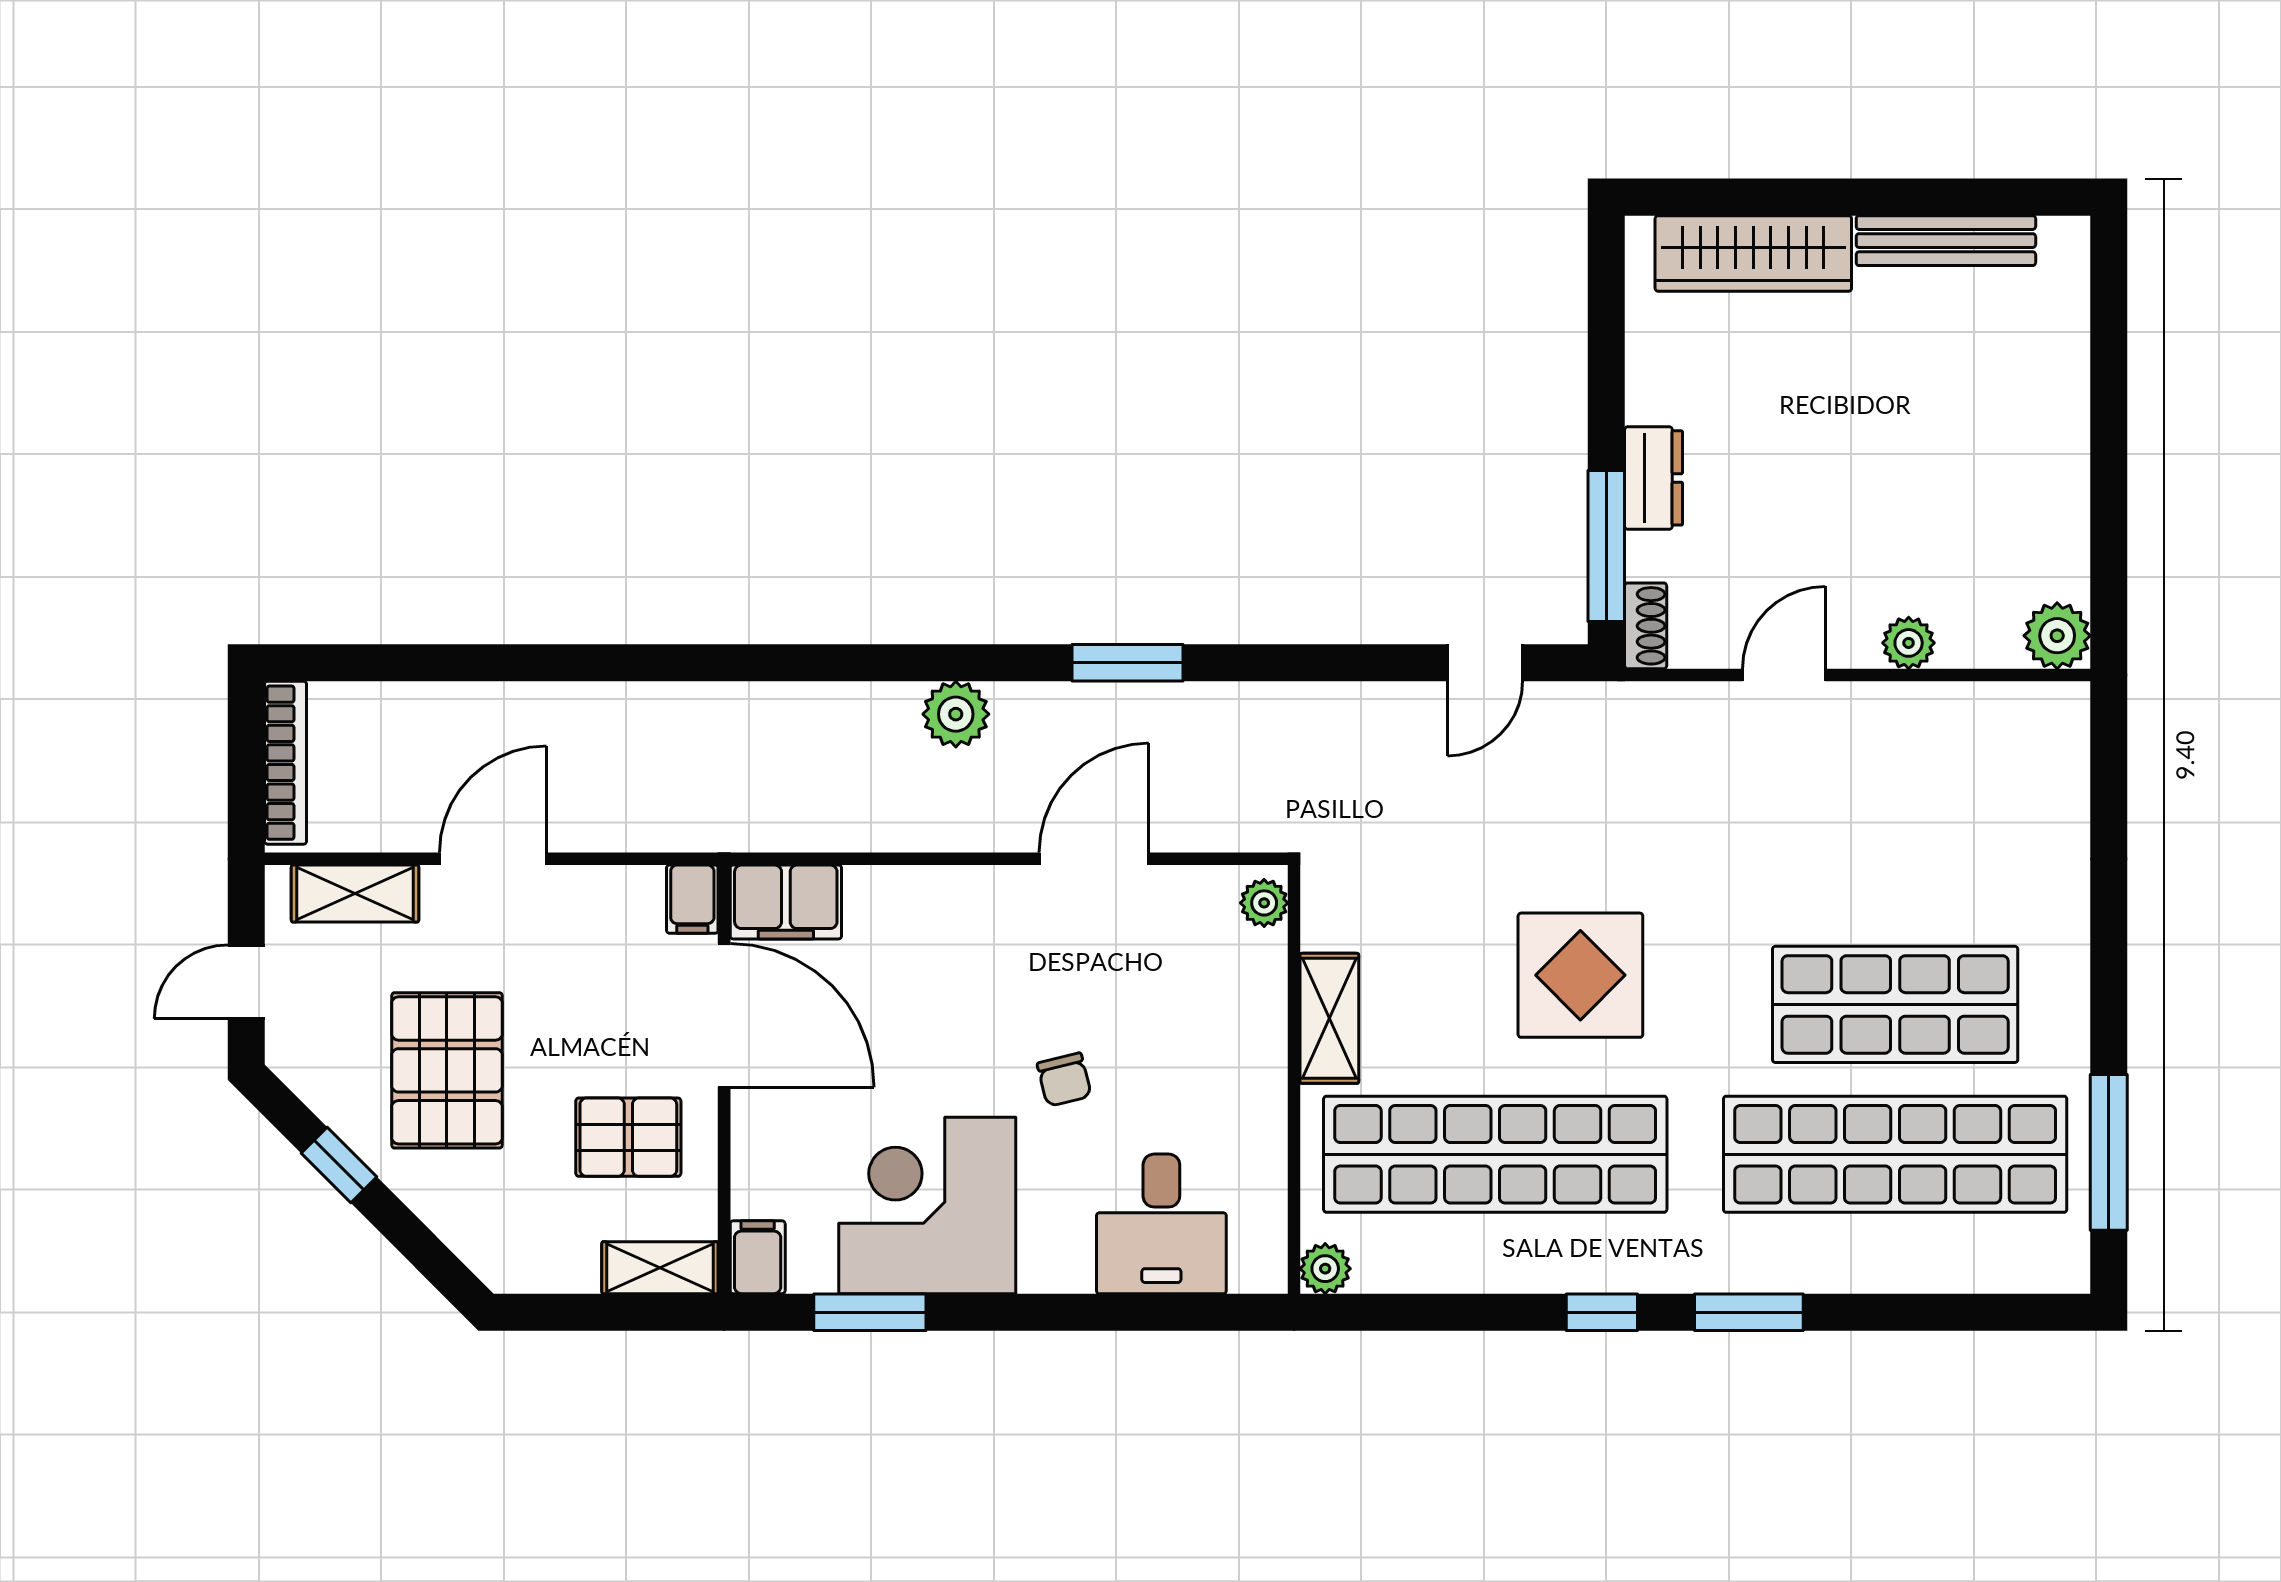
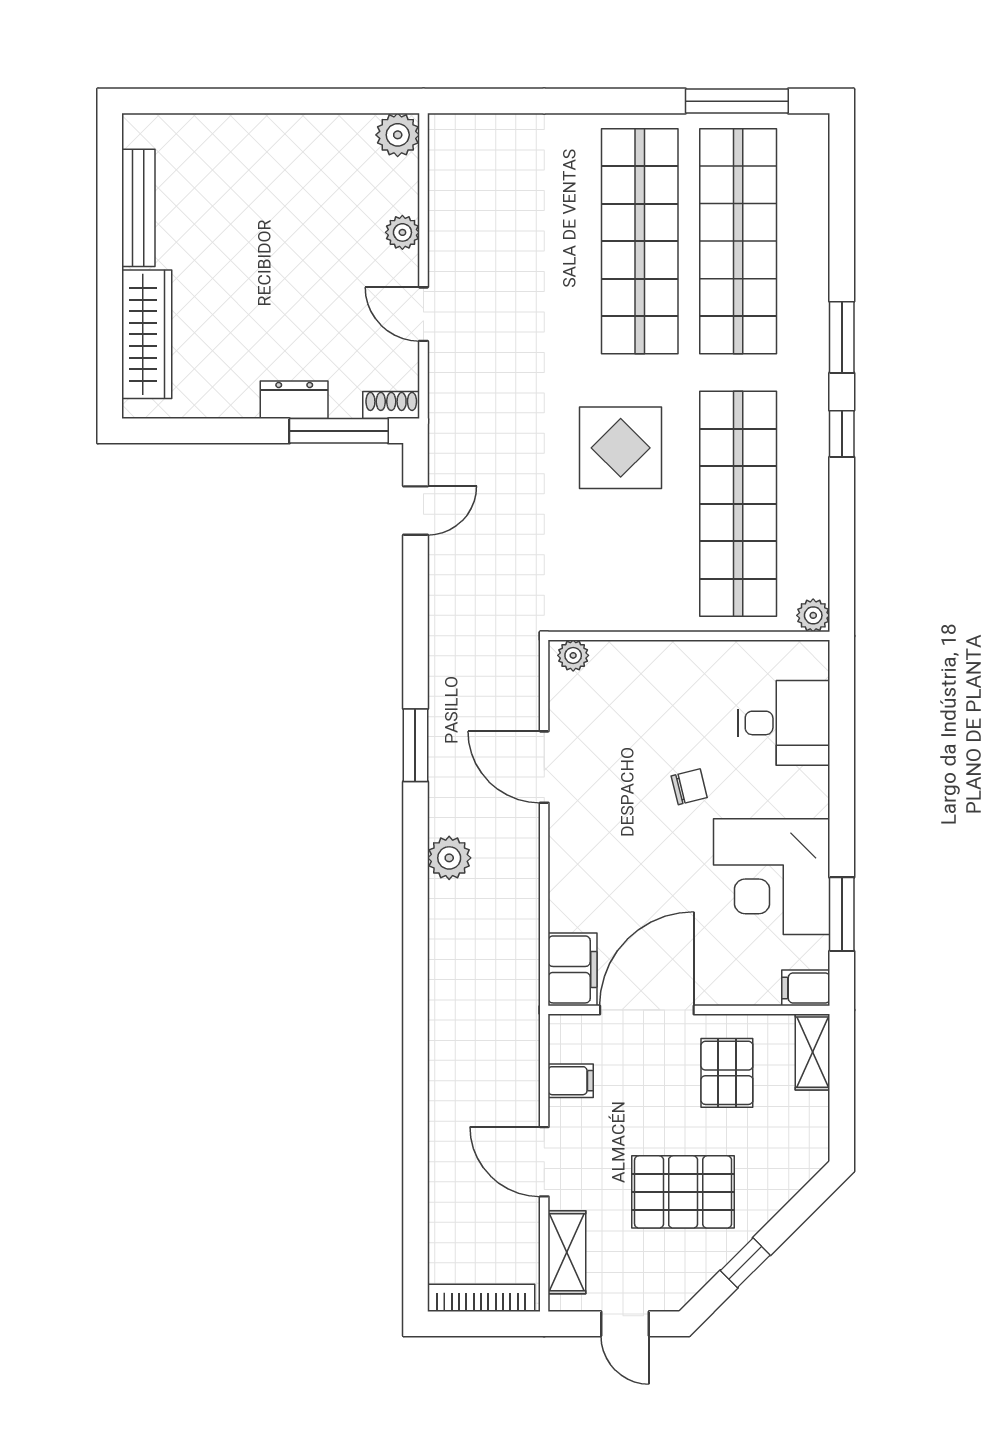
door: (1485, 663) -> (415, 510), hinge flipped
filing cabinet: (692, 899) -> (571, 1081), moved
shop shelf: (1895, 1004) -> (640, 241), width x1.40
shelving: (1329, 1018) -> (649, 613), removed

